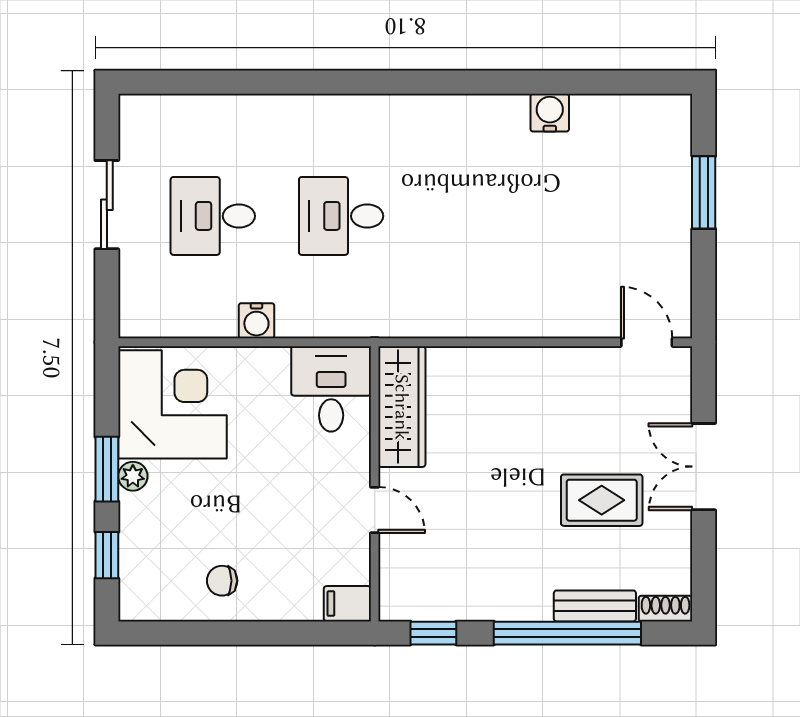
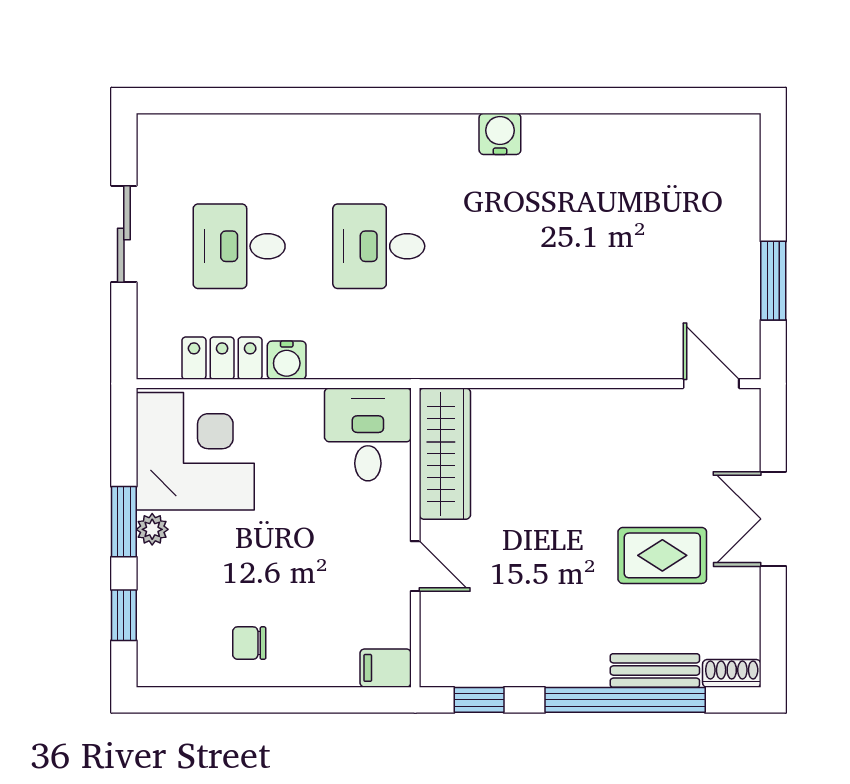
water cooler: (550, 113) -> (500, 134), moved
window: (704, 192) -> (773, 281), moved
locker: (197, 319) -> (222, 358), added

